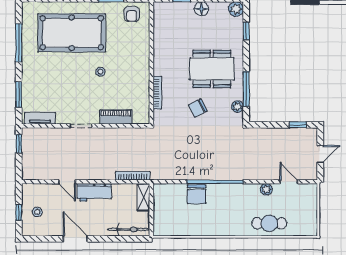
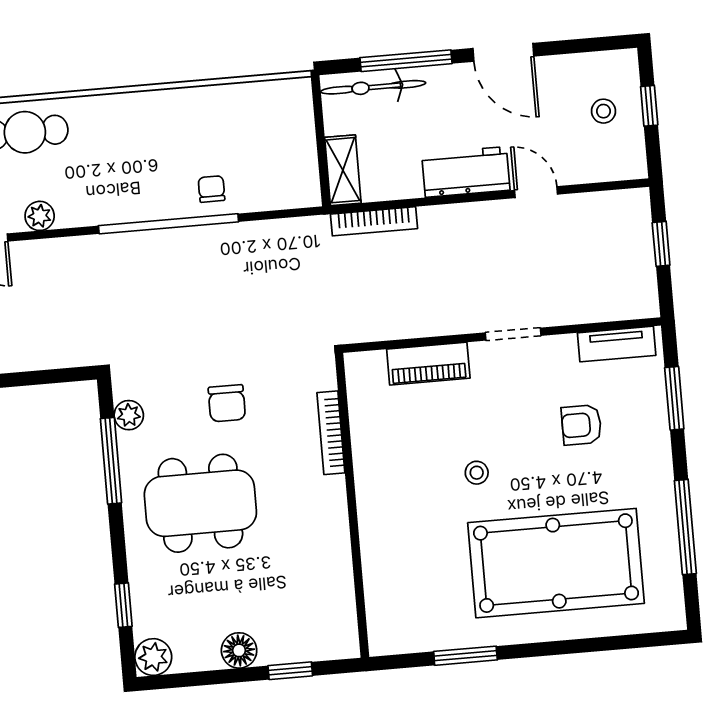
armchair: (132, 14) -> (581, 425), moved, turned -90
chair: (198, 108) -> (227, 403), turned 117
window: (19, 144) -> (661, 244), moved
chair: (197, 194) -> (211, 189), width x0.54, depth x0.54
window: (114, 239) -> (406, 61), added

